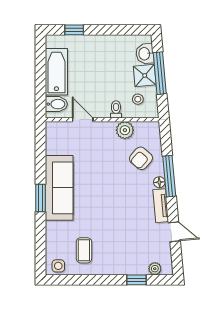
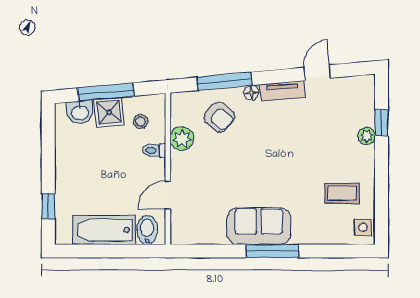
window: (169, 176) -> (224, 81), moved
sofa: (59, 188) -> (259, 226), width x0.73
window: (41, 198) -> (272, 251), width x1.44
plant: (155, 269) -> (367, 136), moved

